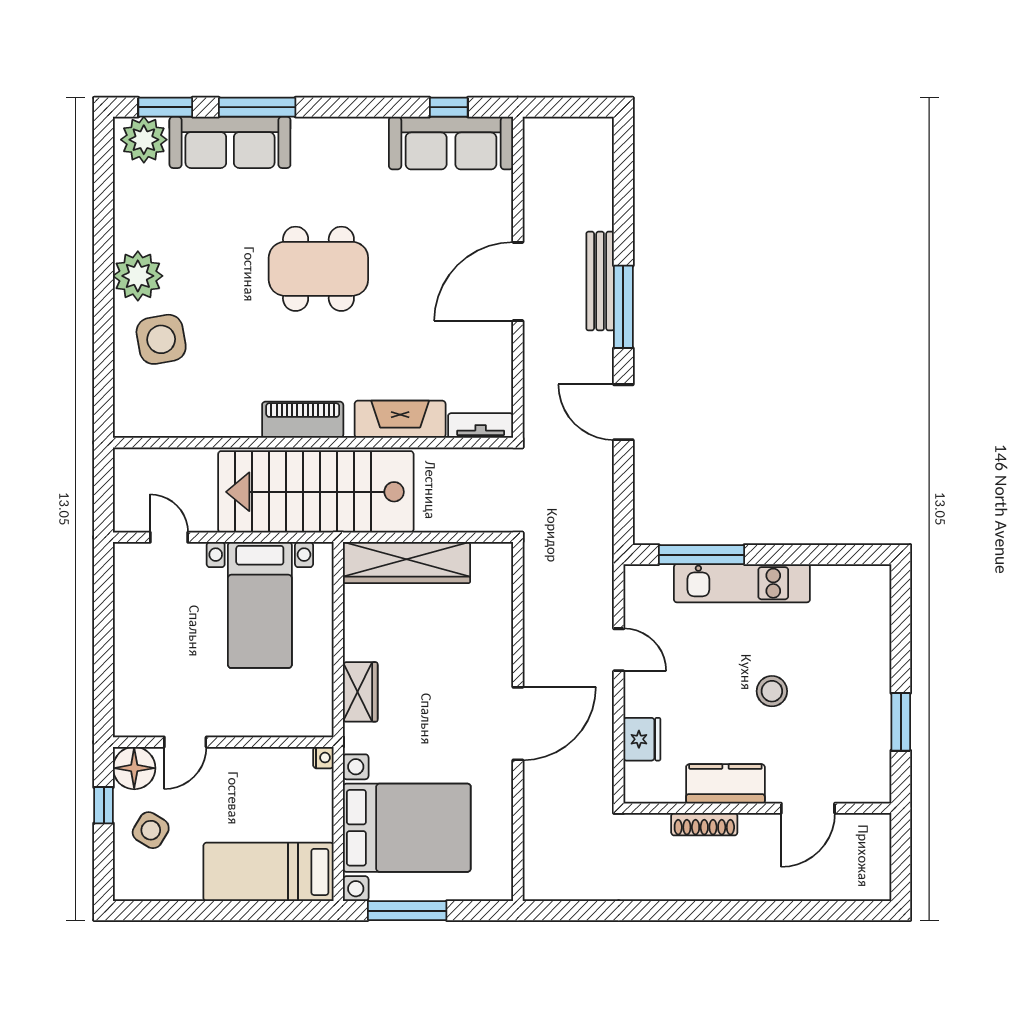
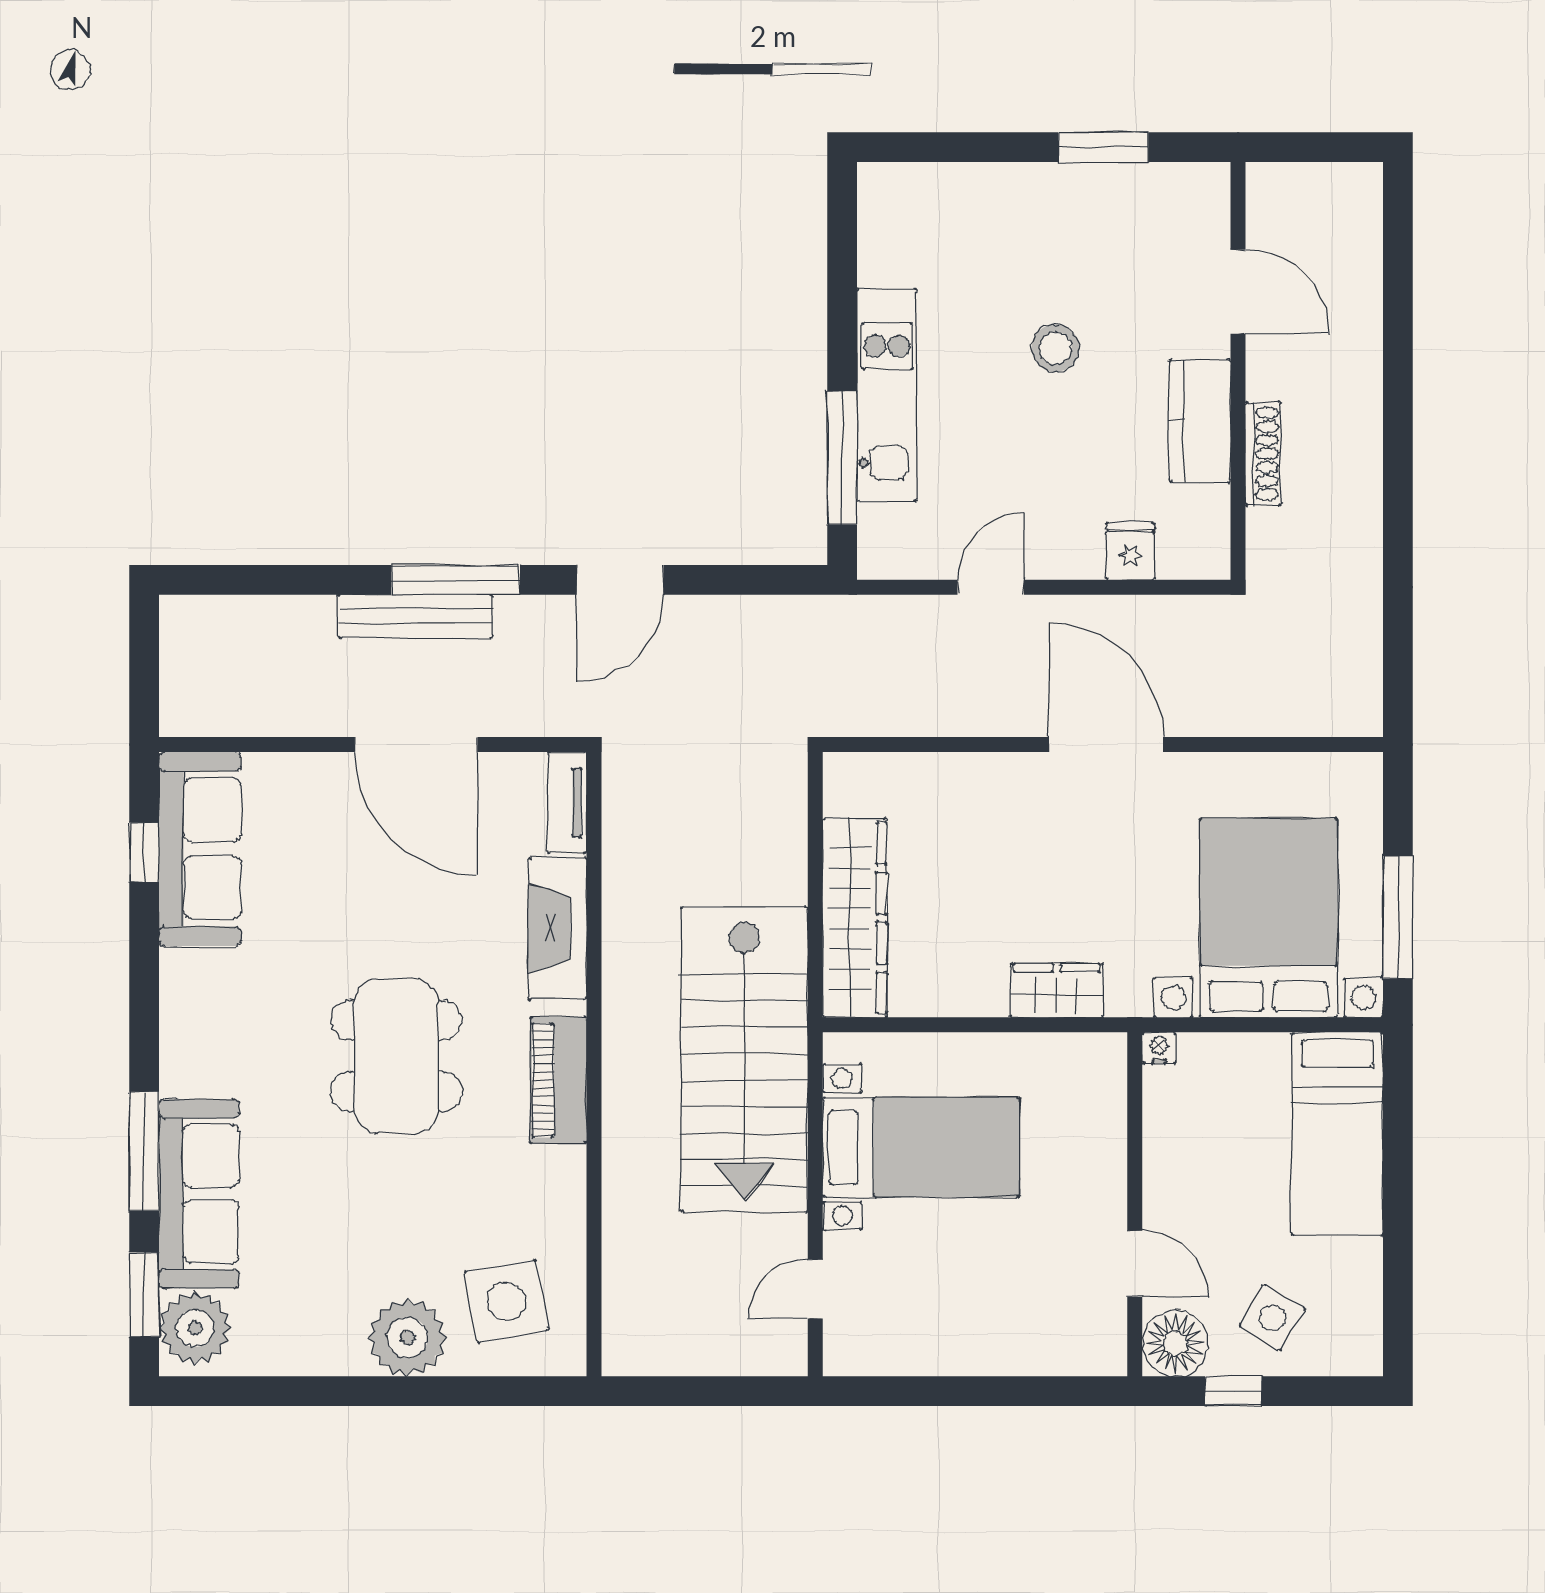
fireplace: (400, 419) -> (557, 928), moved
piano: (303, 420) -> (558, 1080), moved
tv unit: (481, 426) -> (567, 803), moved
wall: (313, 443) -> (594, 1064), moved
fridge: (642, 739) -> (1130, 551), width x0.72

